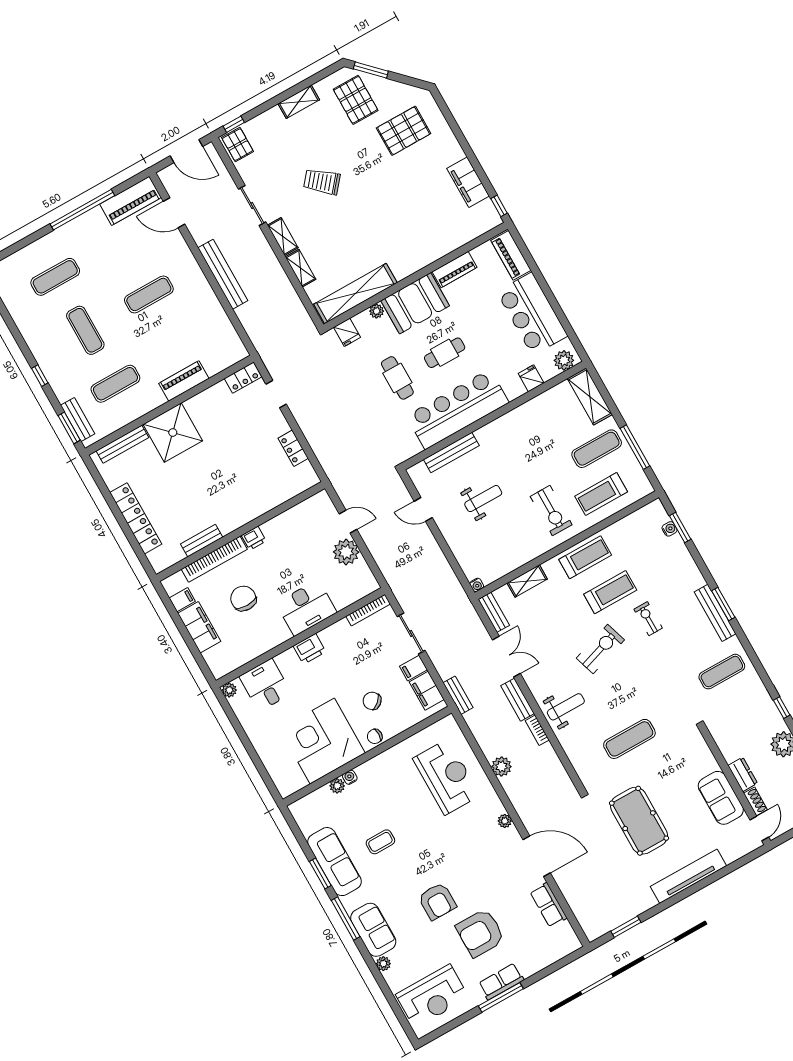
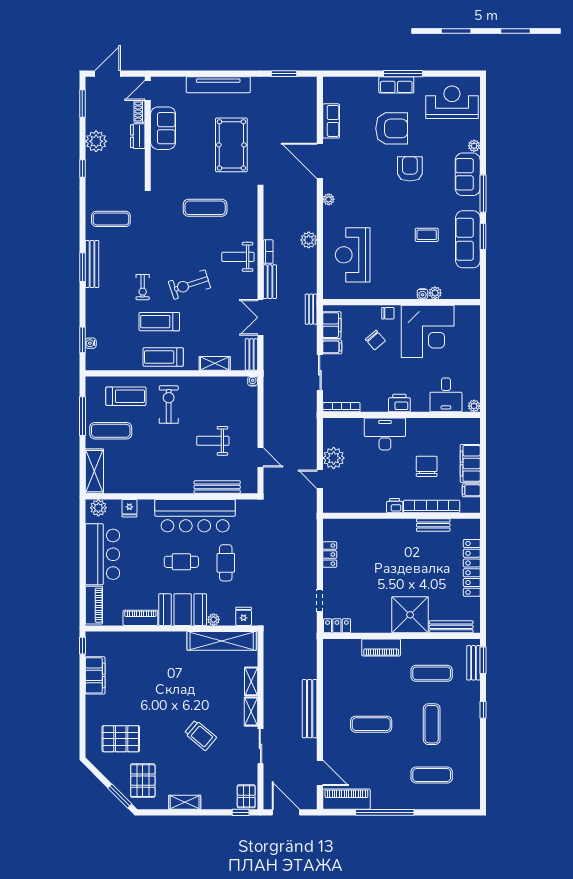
chair: (243, 598) -> (427, 466), turned 180

